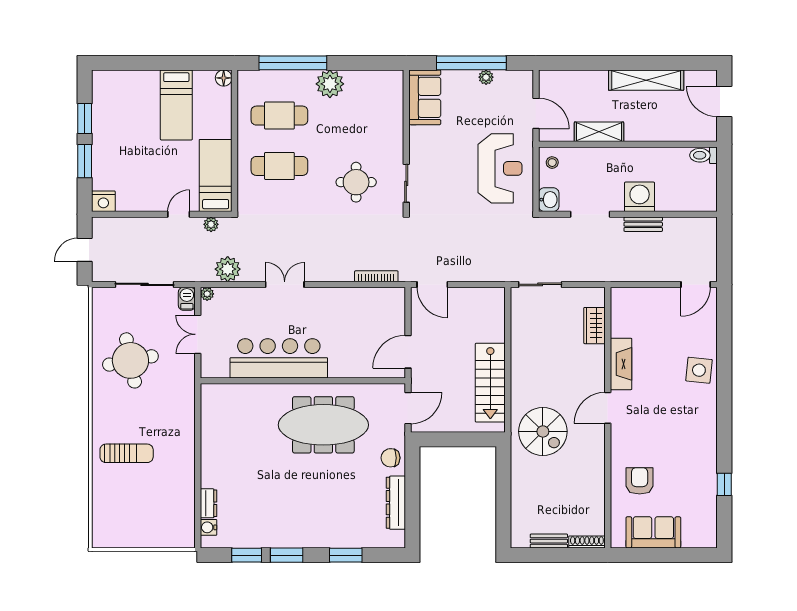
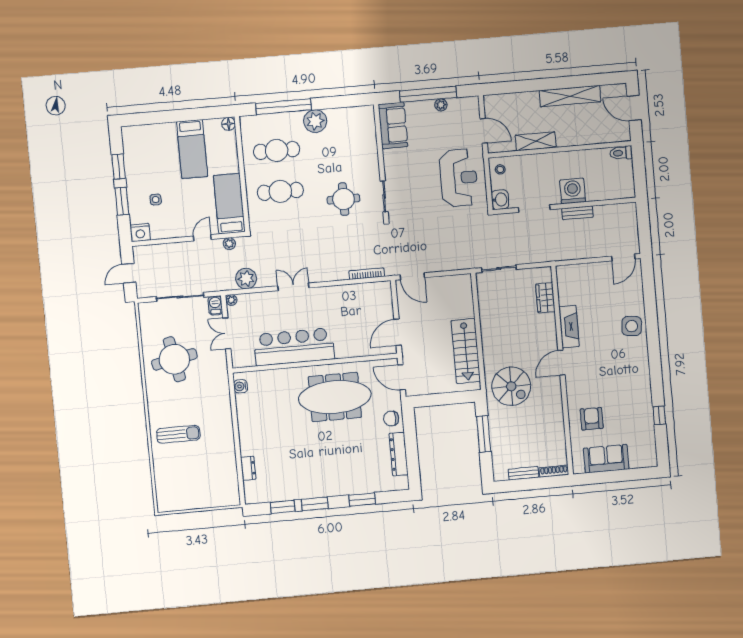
side table: (126, 163) -> (156, 200), added
door: (408, 408) -> (402, 377), swing flipped
window: (503, 488) -> (484, 434), added
water cooler: (208, 527) -> (240, 386), moved

